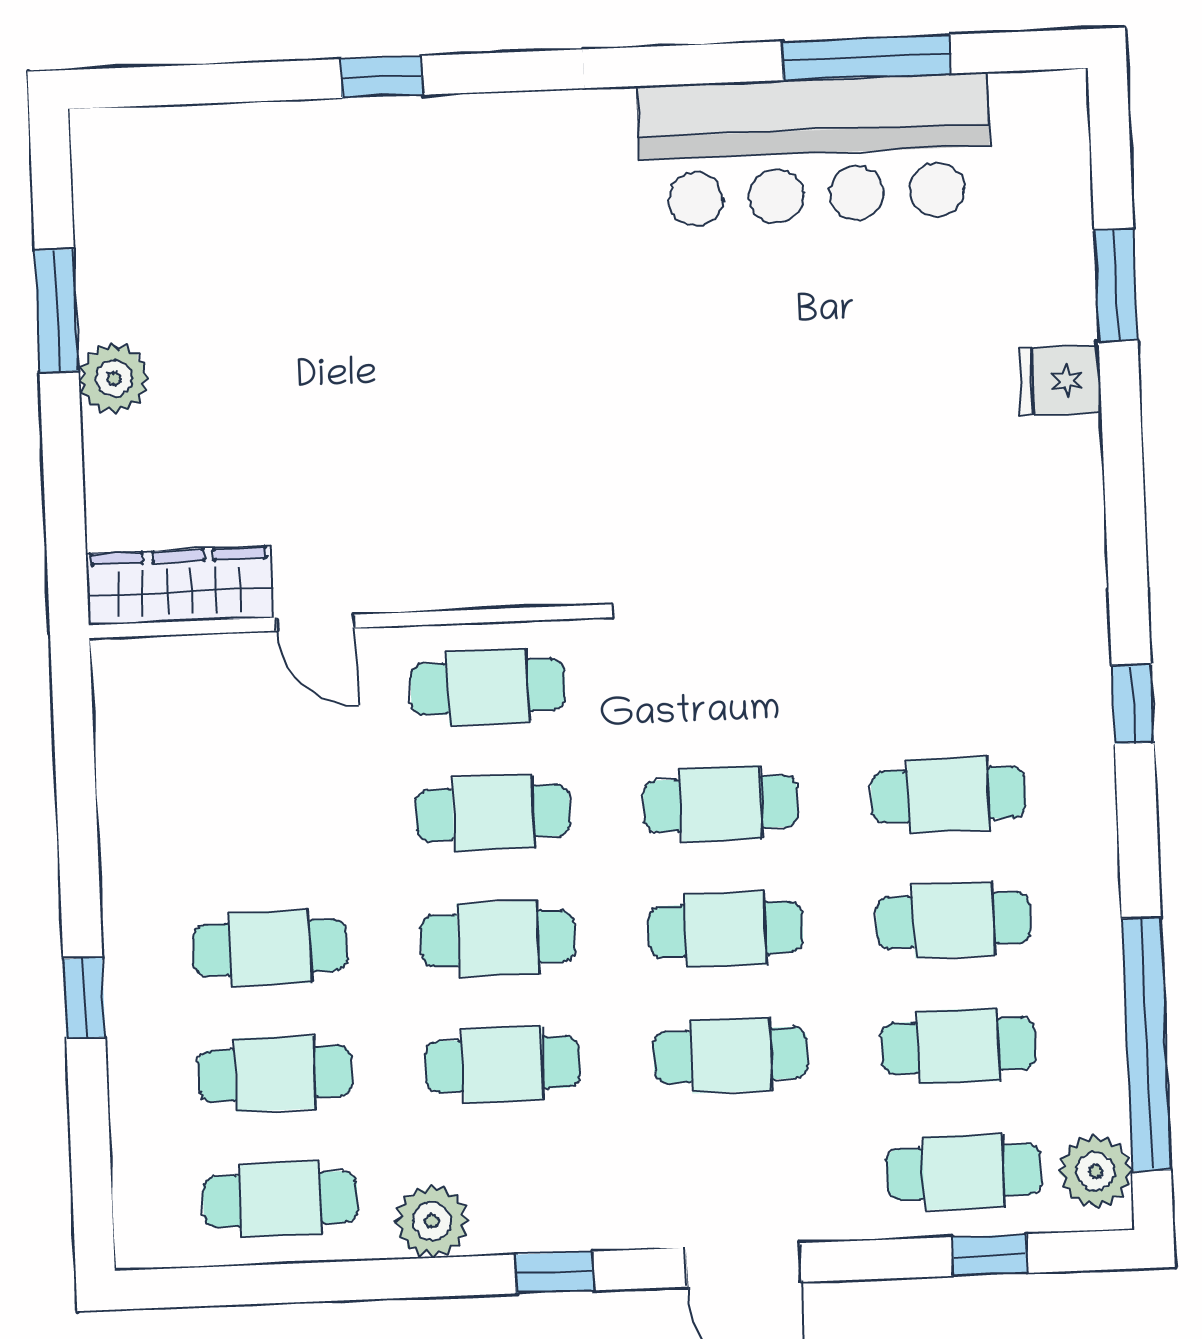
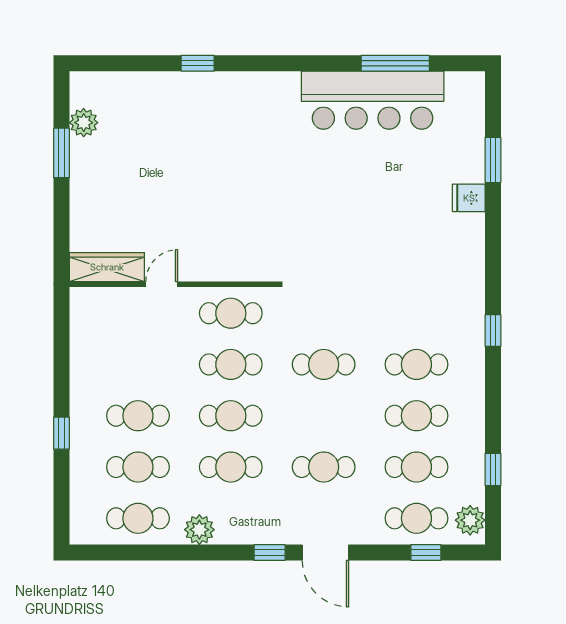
plant: (114, 378) -> (84, 123), moved
door: (316, 623) -> (162, 284), swing flipped
cafe table: (726, 929) -> (324, 416), removed
window: (1146, 1045) -> (493, 469), width x0.32
window: (554, 1272) -> (270, 553), moved

